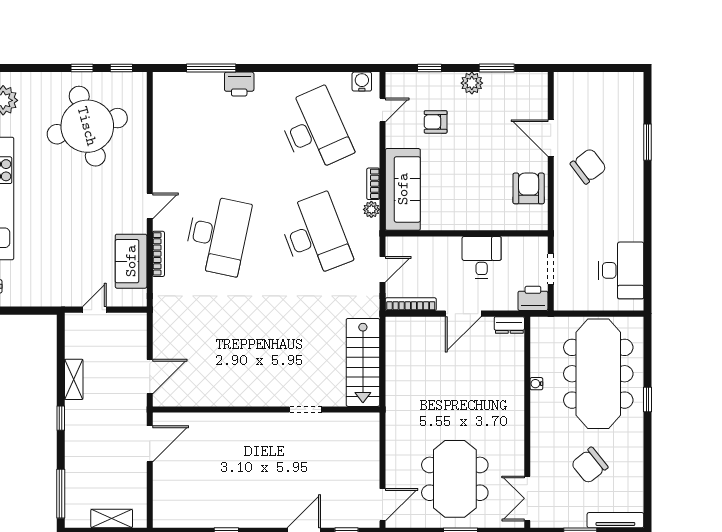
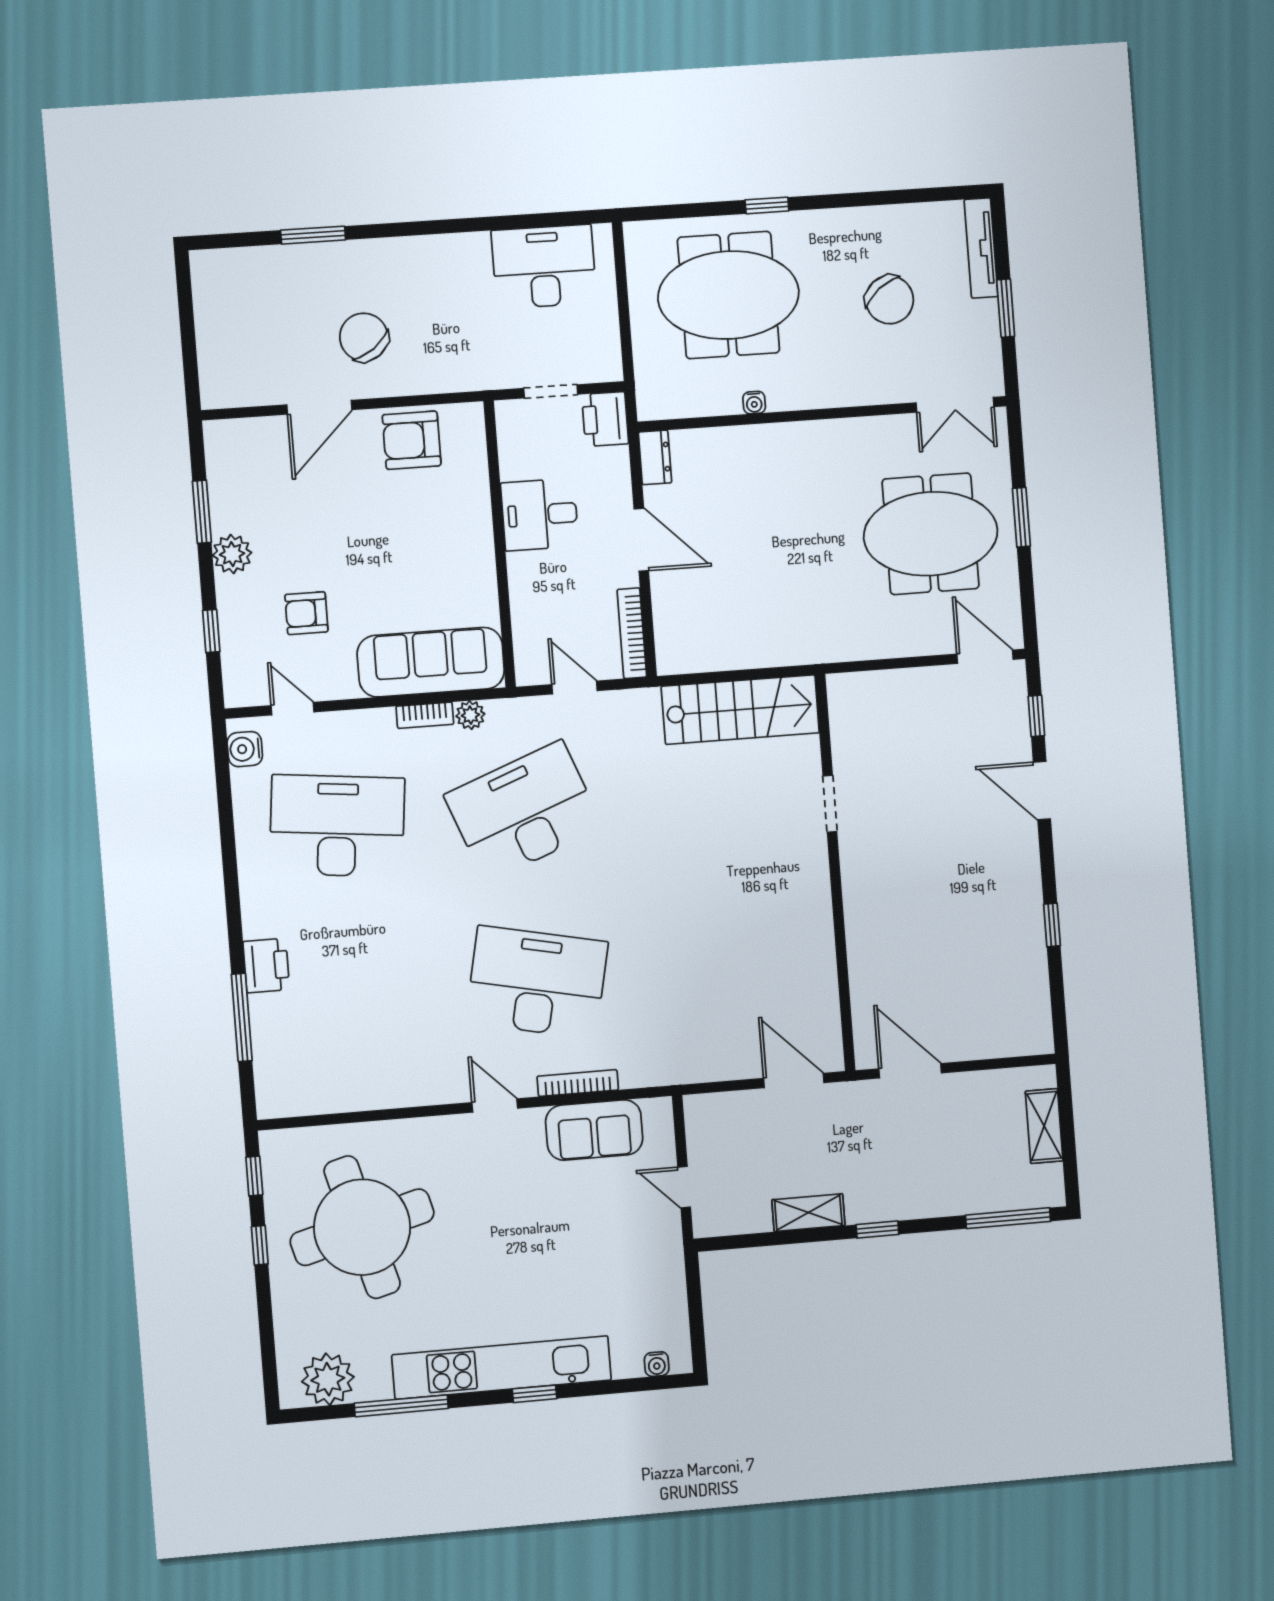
armchair: (436, 122) -> (306, 613), turned 90
desk: (315, 130) -> (337, 826), turned 30
meeting table: (598, 374) -> (729, 295), width x0.73

